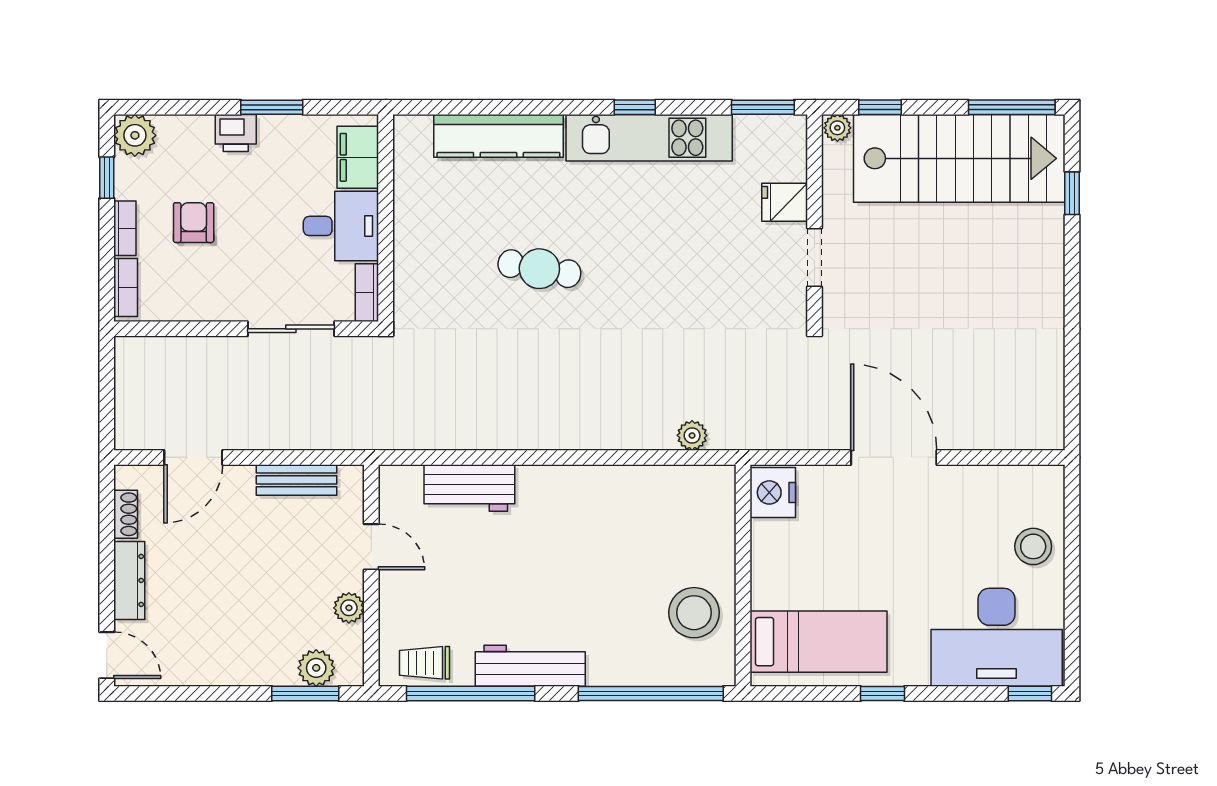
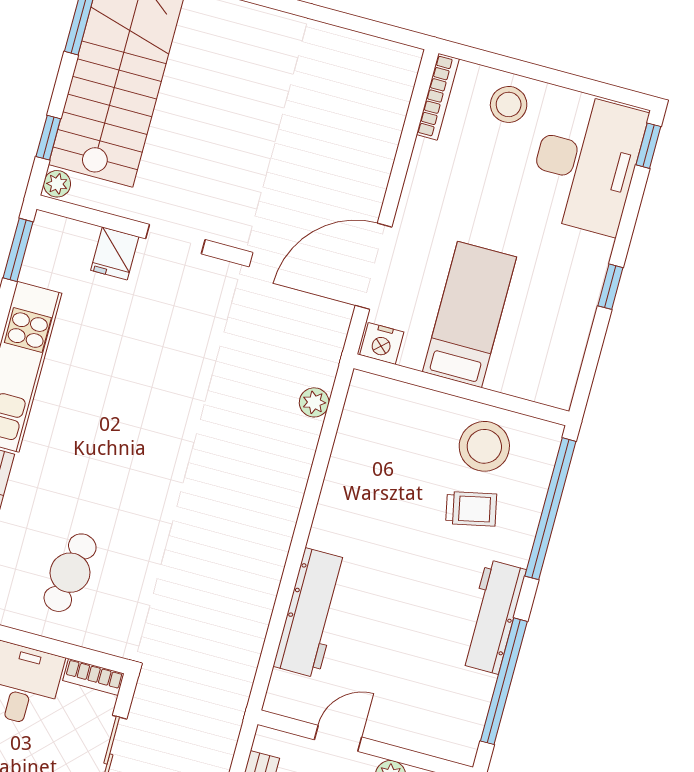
cafe table: (539, 269) -> (70, 573), moved
door: (894, 457) -> (374, 266), moved
bookcase: (1022, 476) -> (438, 97), added
workbench: (469, 488) -> (311, 613), width x1.38
nightstand: (773, 492) -> (382, 343), width x0.74, depth x0.75
bed: (819, 642) -> (469, 314), moved
trolley: (424, 663) -> (471, 509), moved, turned -102

